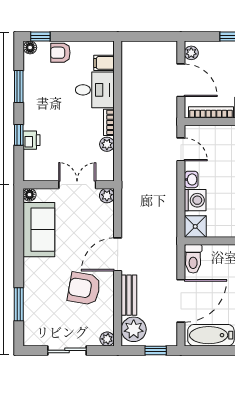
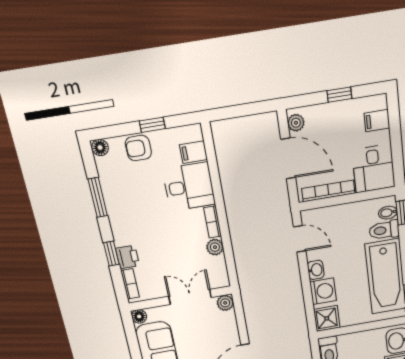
window: (40, 37) -> (152, 125), moved
bookcase: (28, 164) -> (130, 284), added

